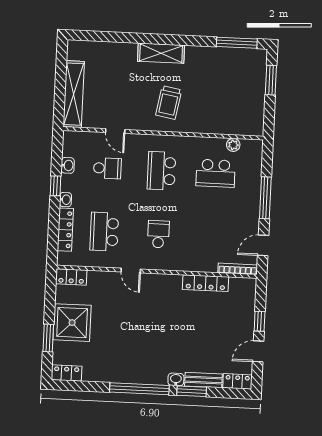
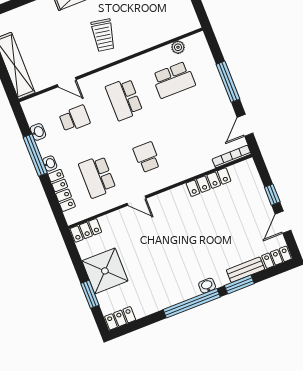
window: (56, 186) -> (35, 155), width x2.17
washbasin: (176, 379) -> (207, 286), moved

